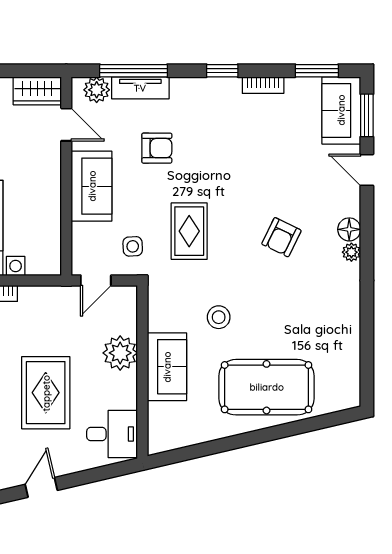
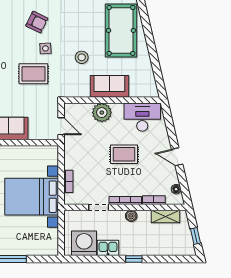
side table: (133, 246) -> (45, 48), moved
rug: (46, 393) -> (124, 154), width x0.73, depth x0.70
desk: (112, 434) -> (142, 117), width x1.37

